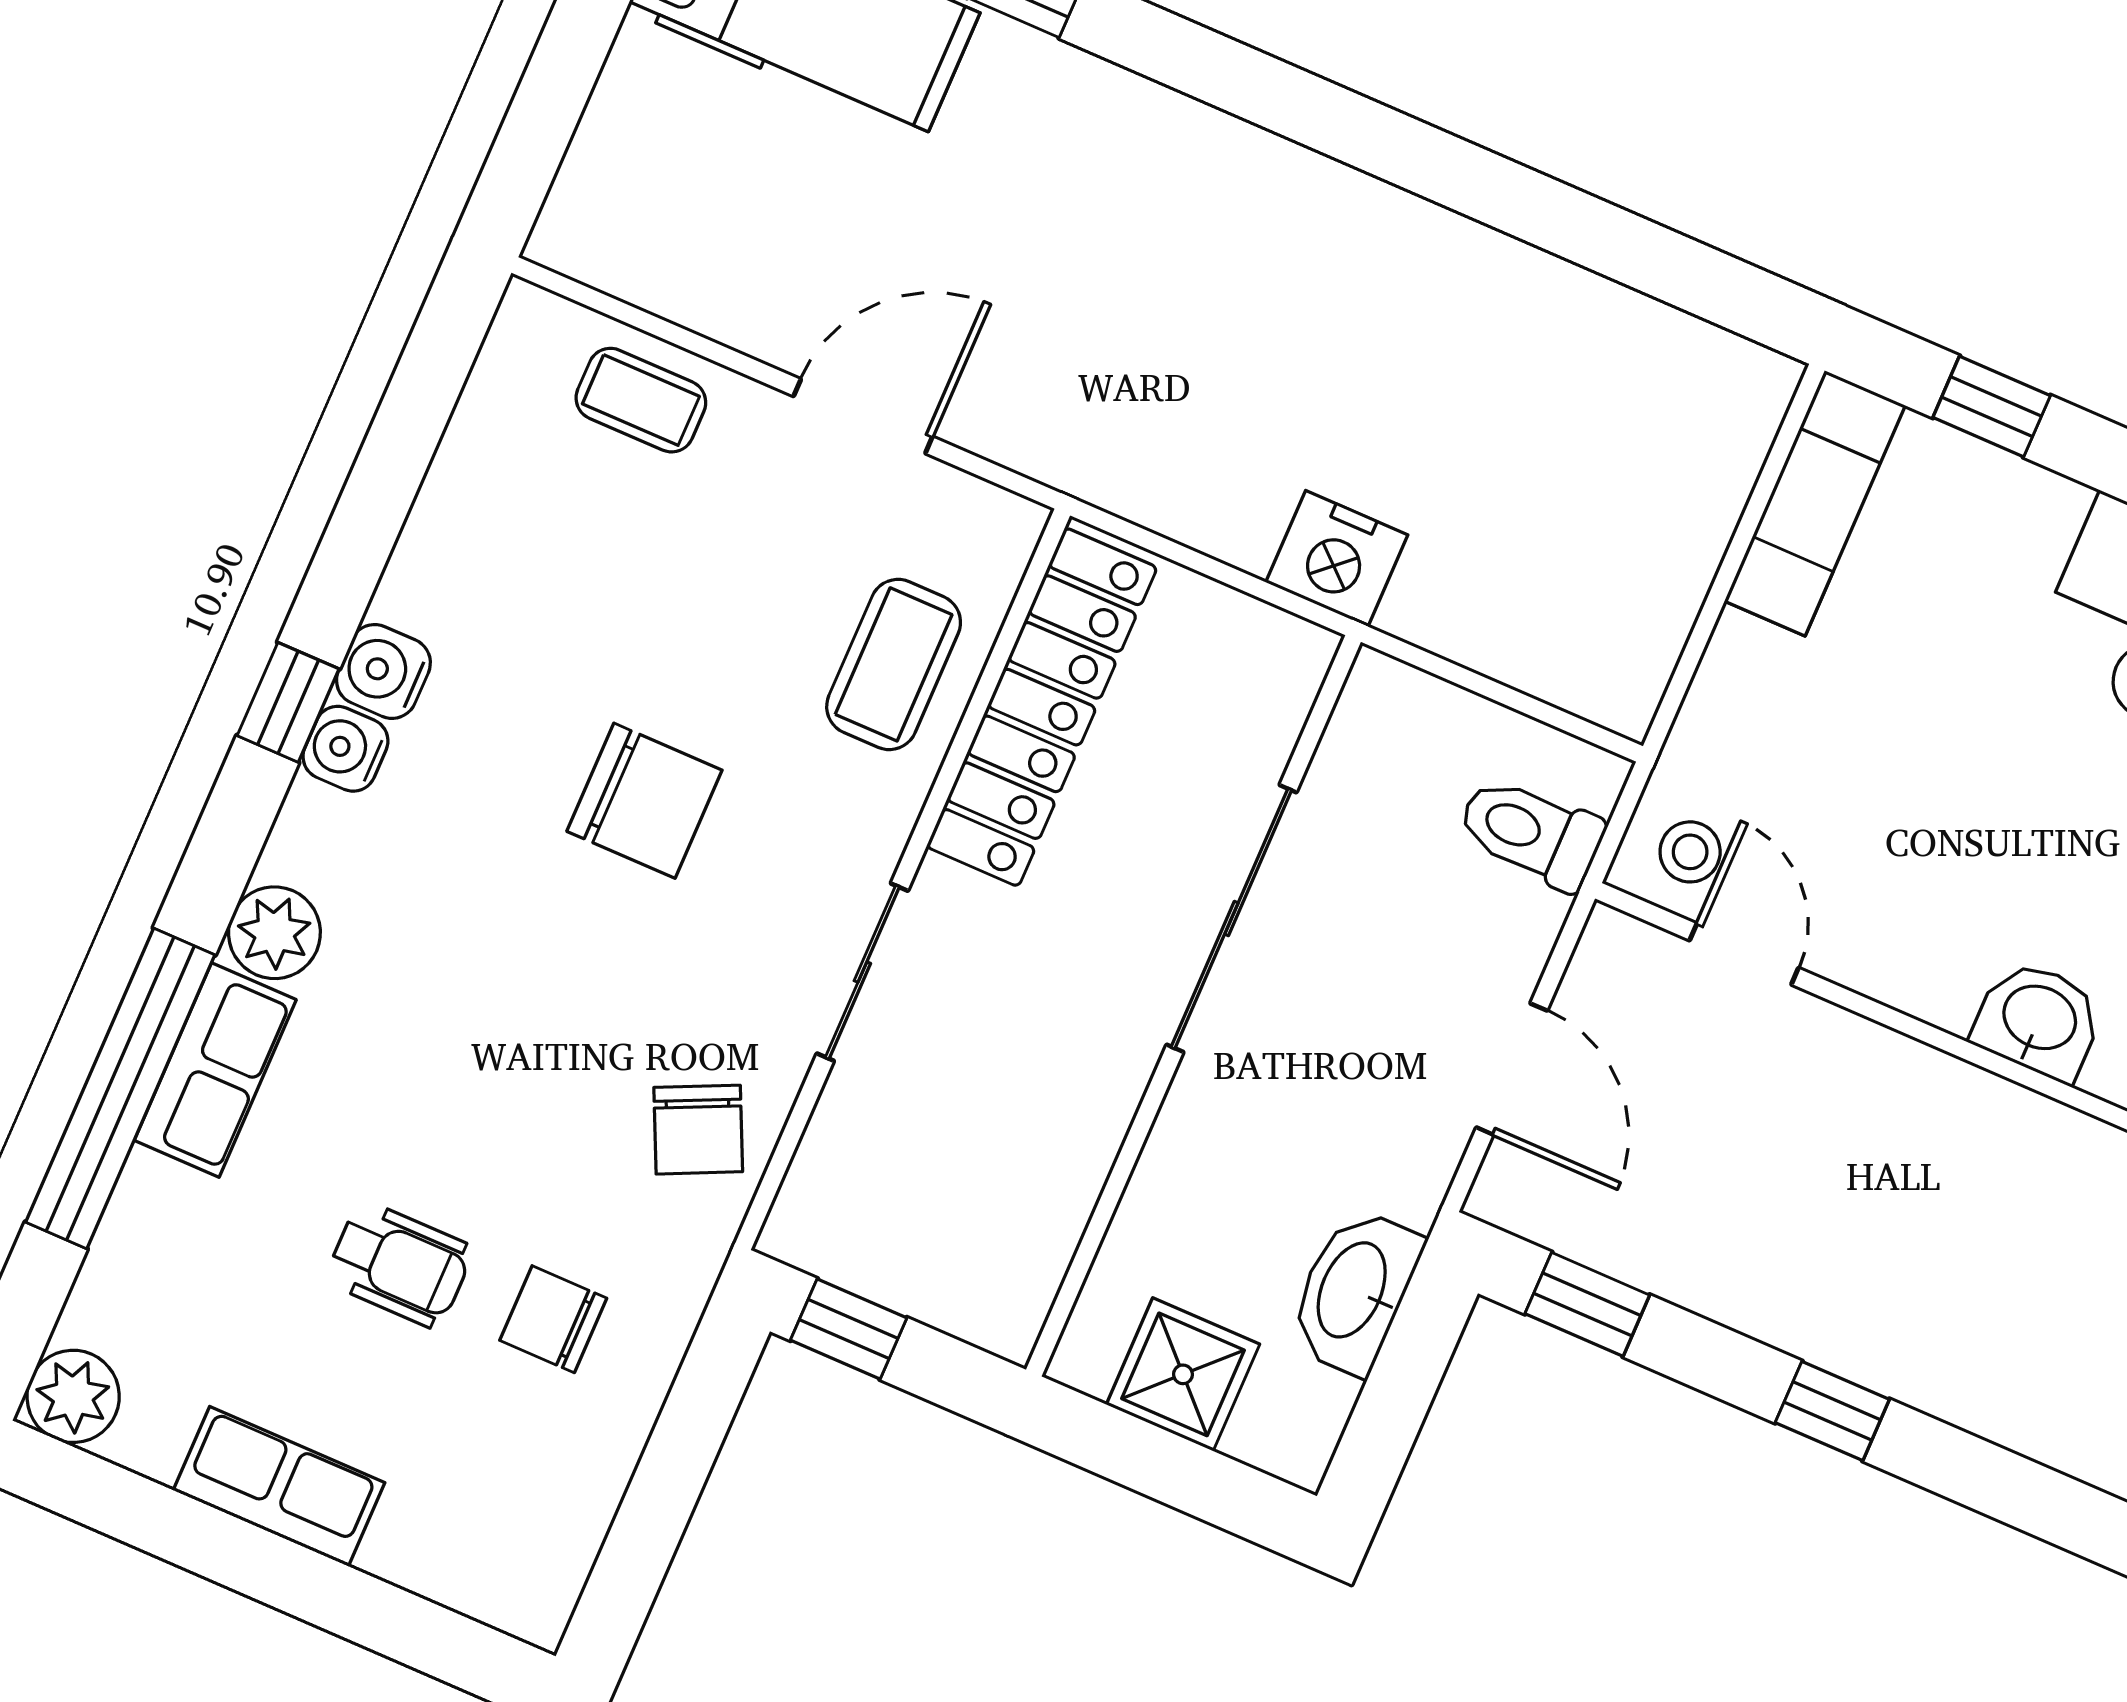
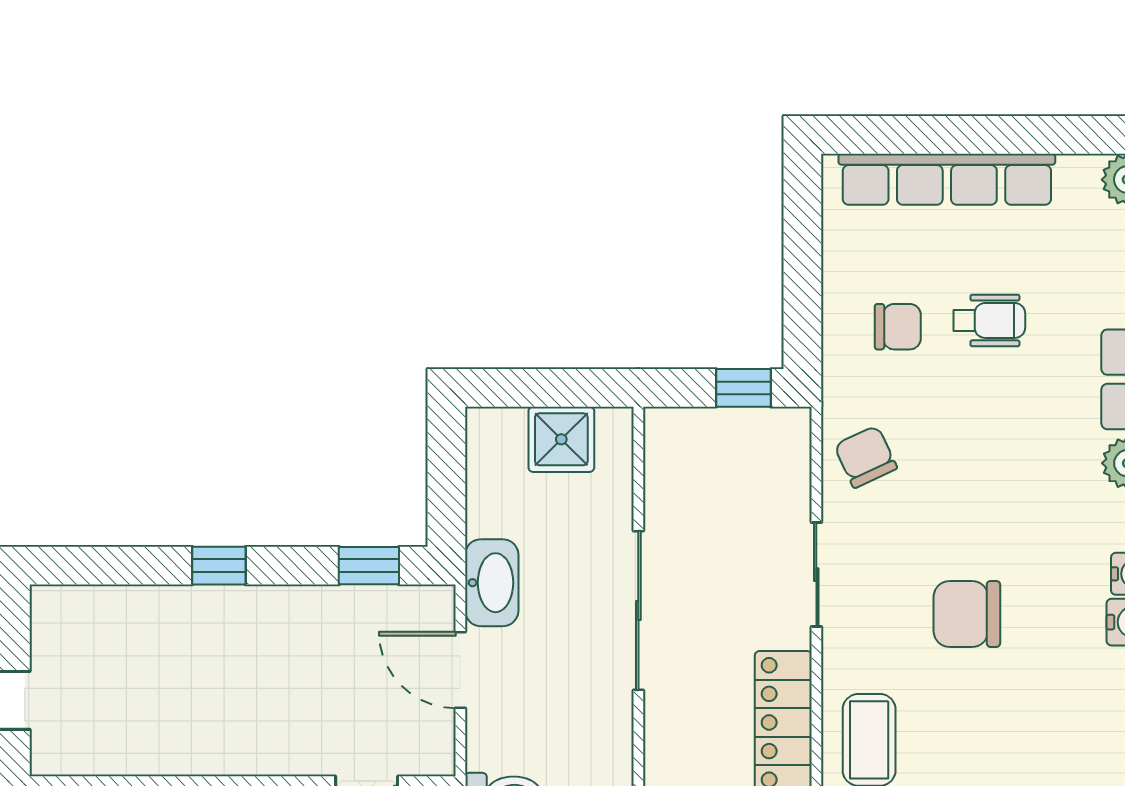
sliding door: (1231, 919) -> (638, 611), moved
wheelchair: (399, 1264) -> (989, 320), turned 180
washbasin: (1354, 1291) -> (492, 583), moved
row of seats: (279, 1486) -> (947, 179), width x2.02

